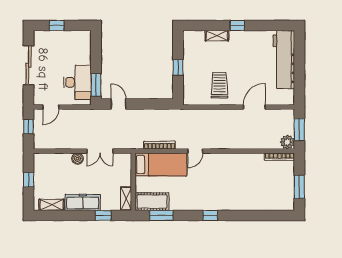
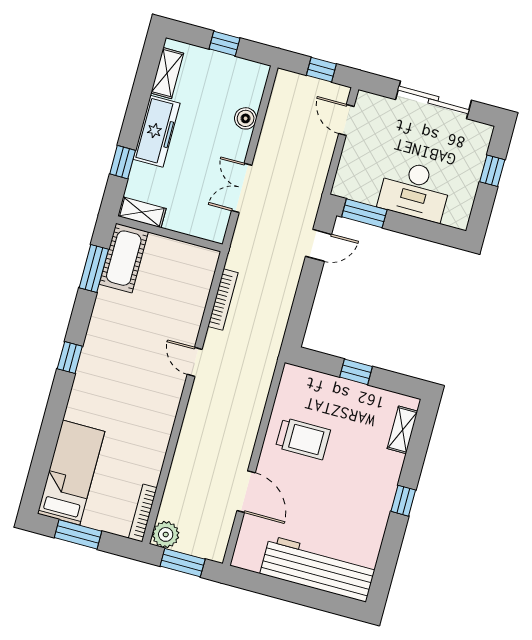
shelving: (217, 36) -> (402, 430), moved
desk: (77, 82) -> (415, 190), moved
boiler: (78, 159) -> (246, 118), moved
bed: (161, 164) -> (71, 473), moved, turned 180

